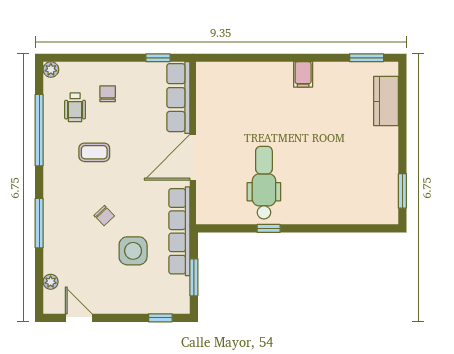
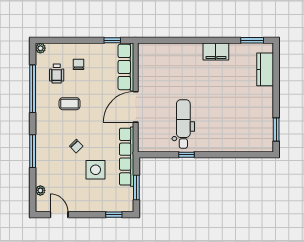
filing cabinet: (303, 74) -> (216, 51), width x2.00

